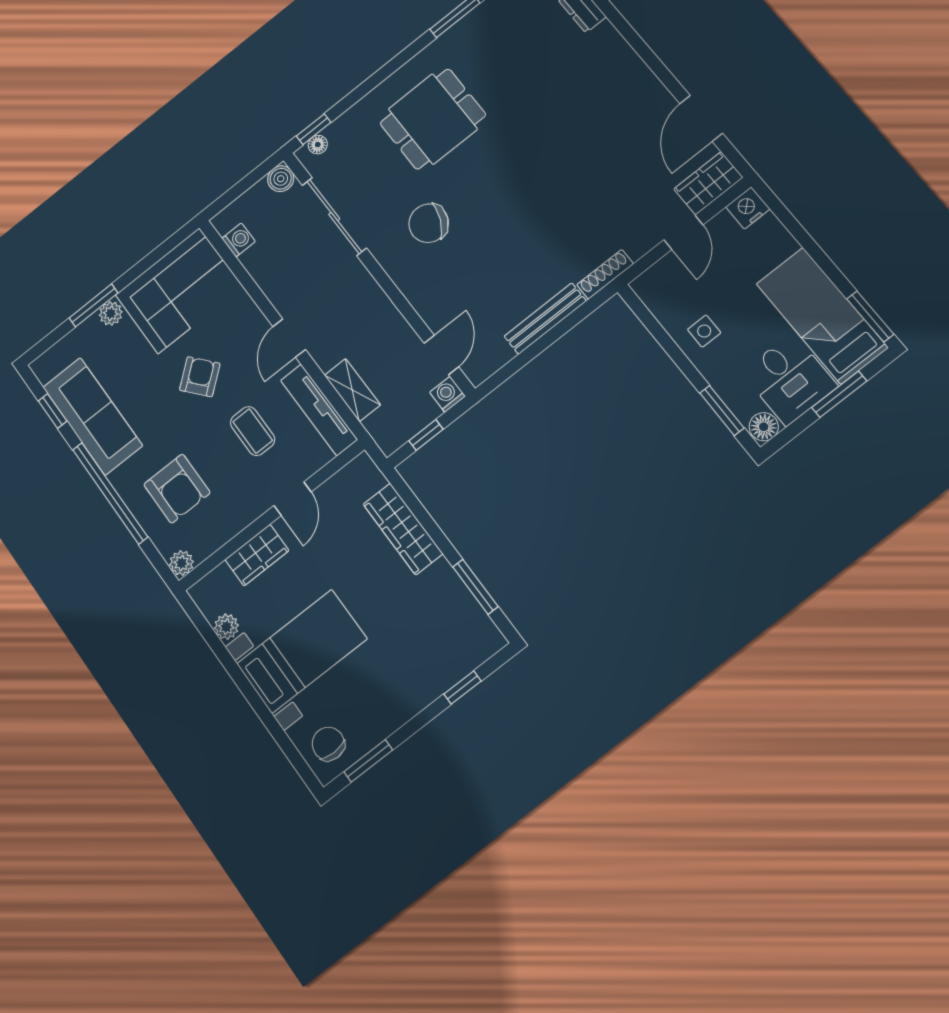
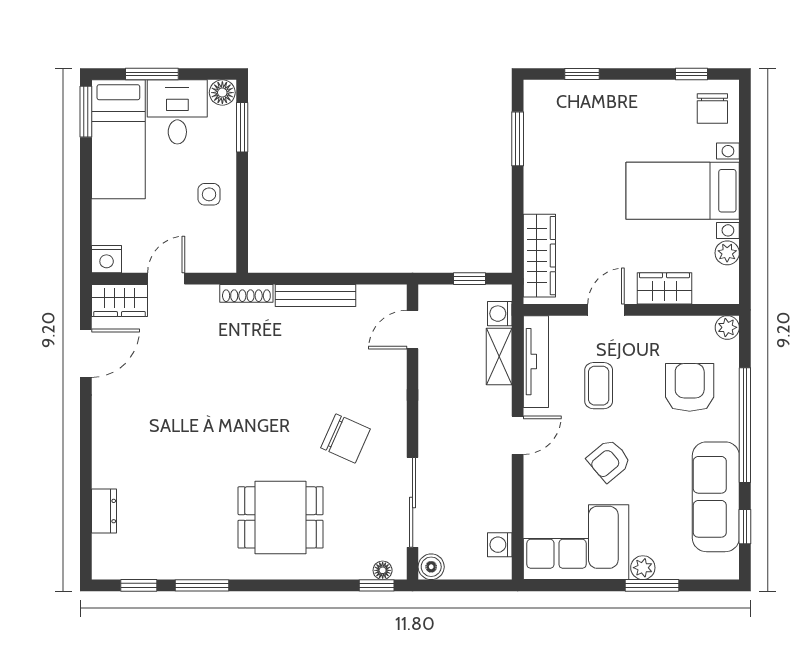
washing machine: (447, 394) -> (500, 314), moved, turned 90
wardrobe: (403, 529) -> (539, 256), moved
window: (368, 761) -> (691, 74), width x0.67

